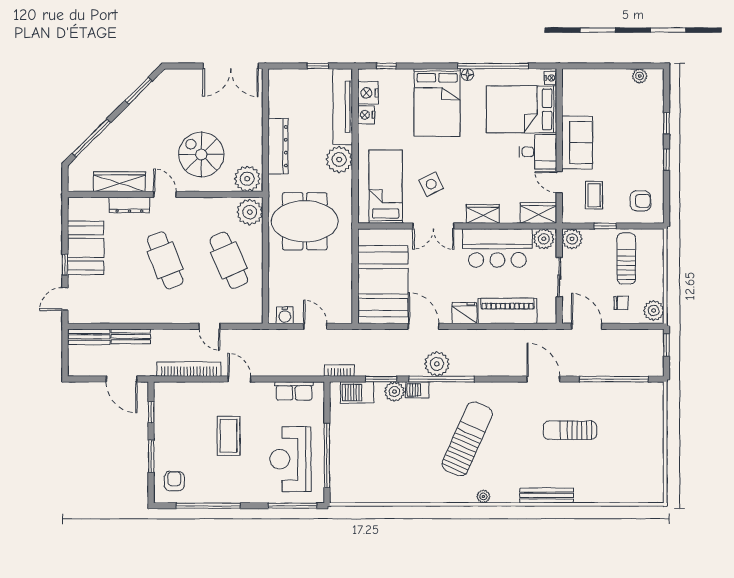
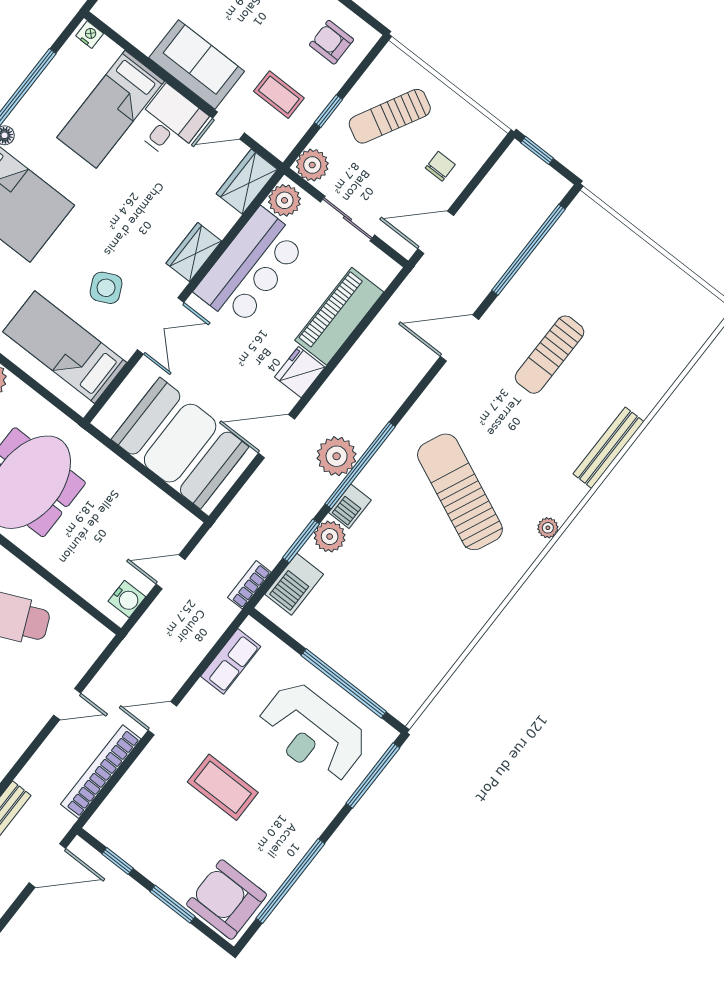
bed: (522, 109) -> (111, 109), width x0.67
armchair: (640, 201) -> (332, 42), turned -90
sun lounger: (626, 258) -> (390, 116), turned -62
plant: (654, 311) -> (482, 133), removed
armchair: (174, 481) -> (227, 900), width x1.88, depth x1.88

